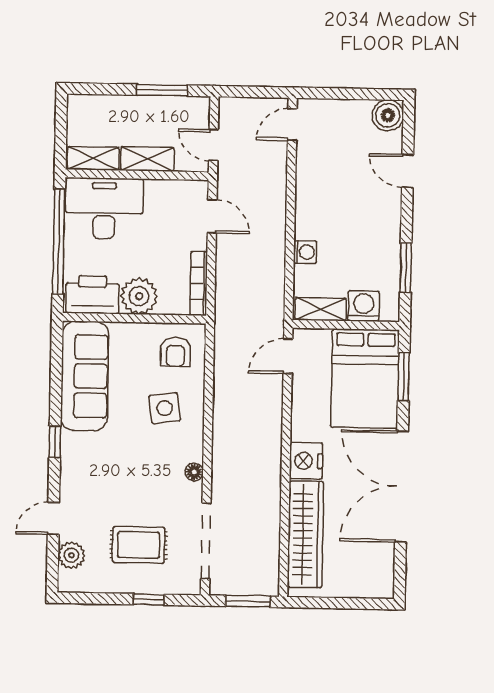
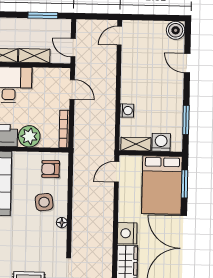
armchair: (176, 352) -> (51, 169), turned 90
floor lamp: (194, 472) -> (62, 223), moved

